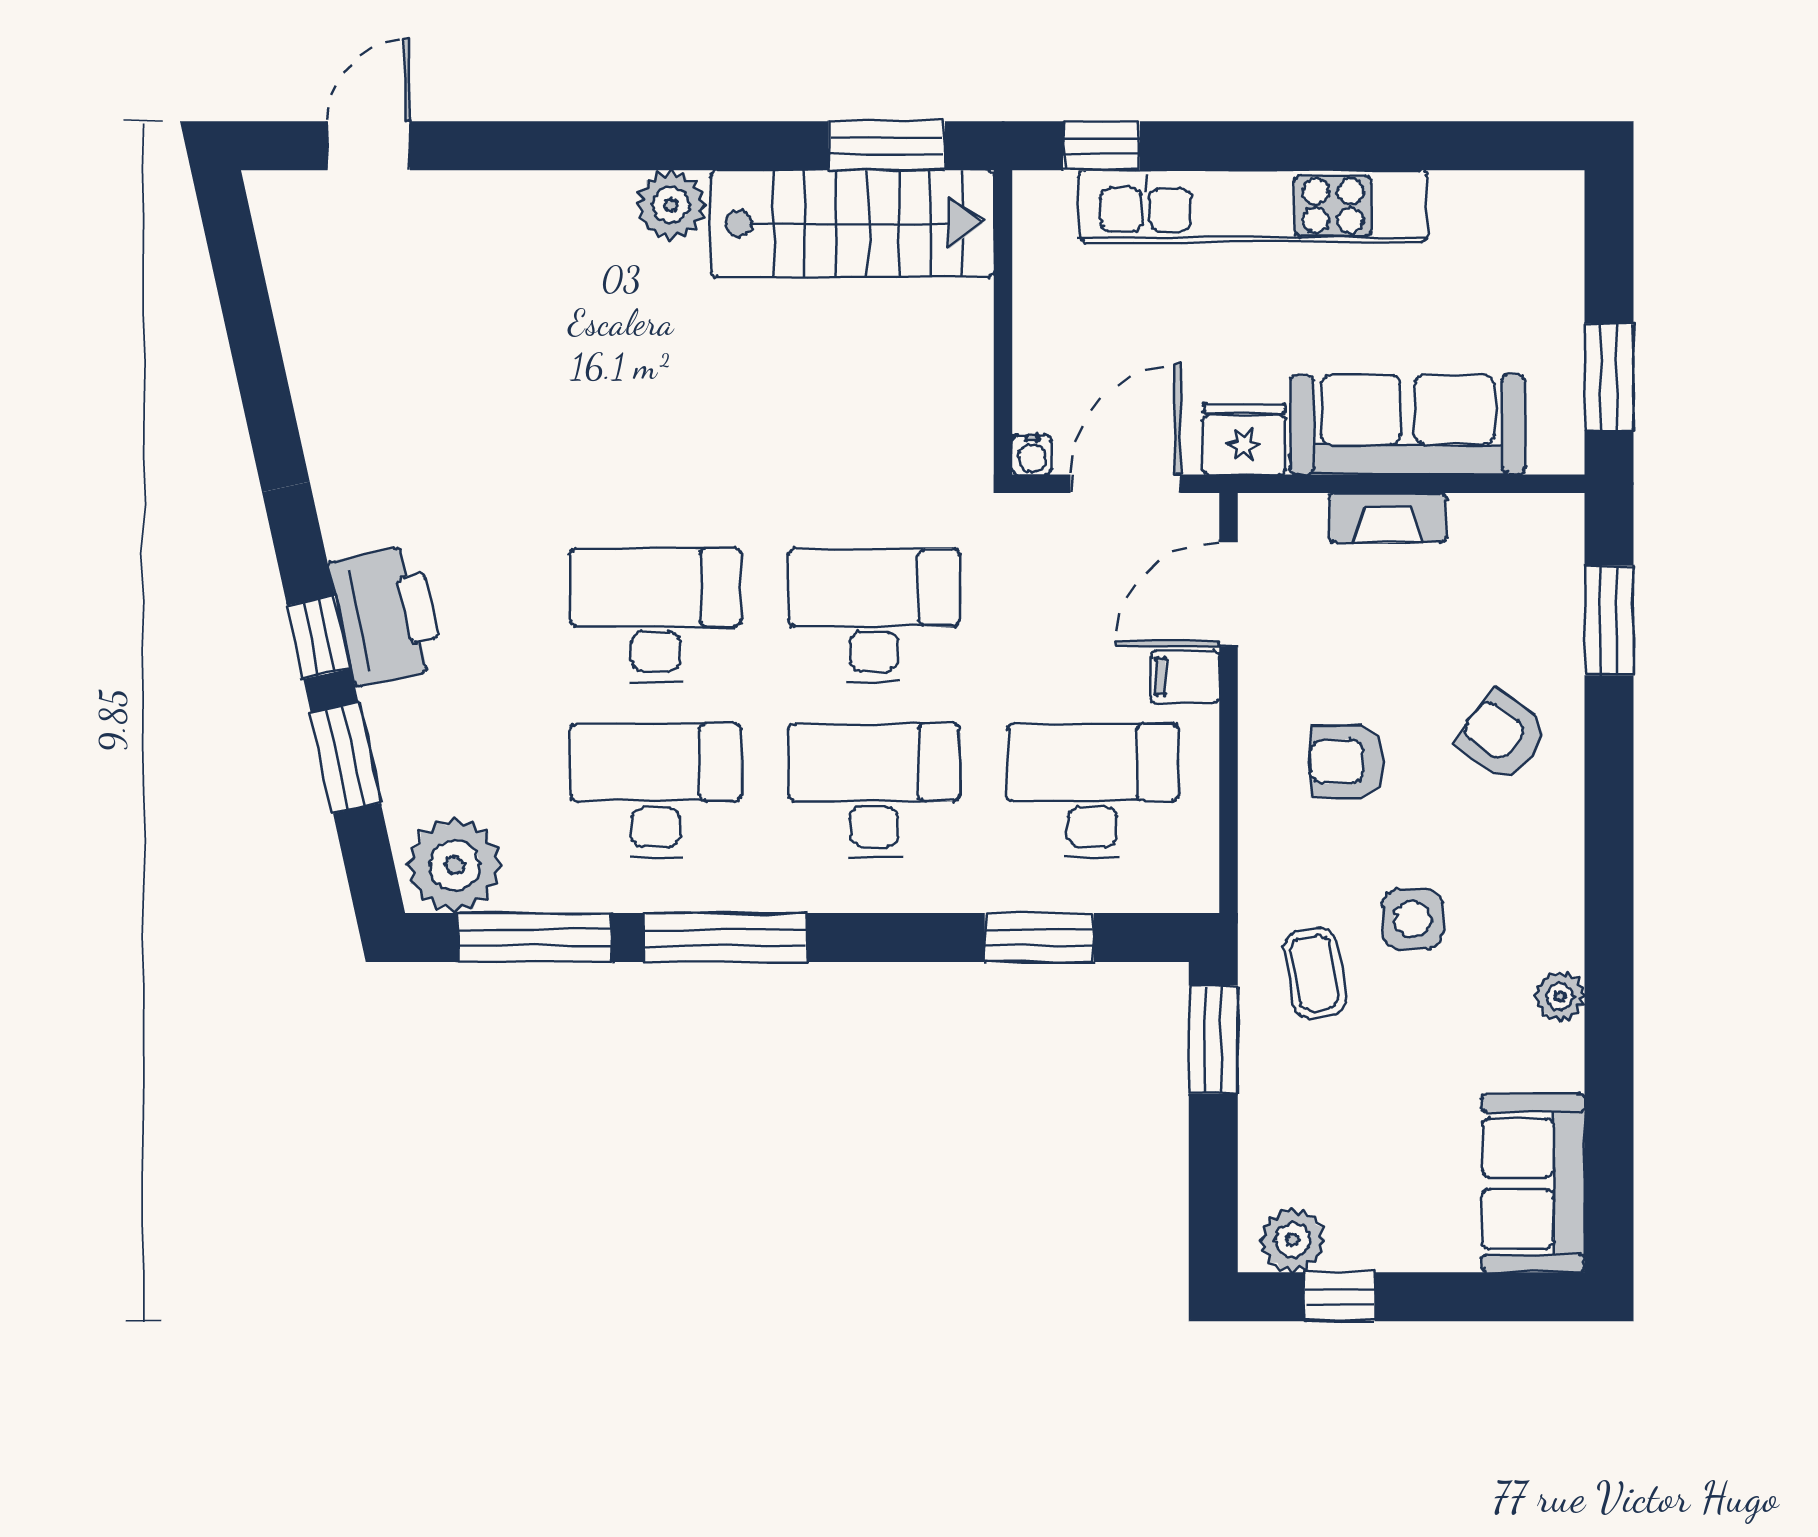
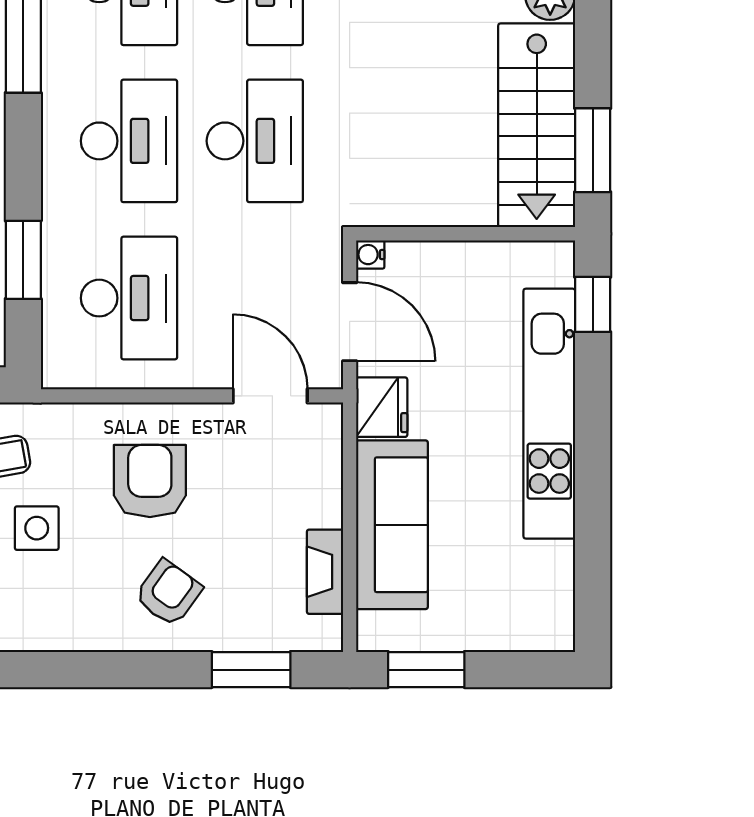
fireplace: (1388, 518) -> (325, 572), moved
filing cabinet: (1185, 677) -> (211, 364), removed
armchair: (1347, 761) -> (150, 481), width x1.38, depth x1.38

